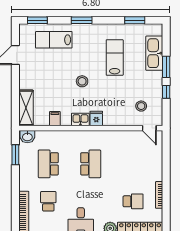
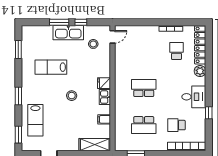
kitchen sink: (154, 53) -> (68, 33), moved
washbasin: (27, 137) -> (120, 143), removed

